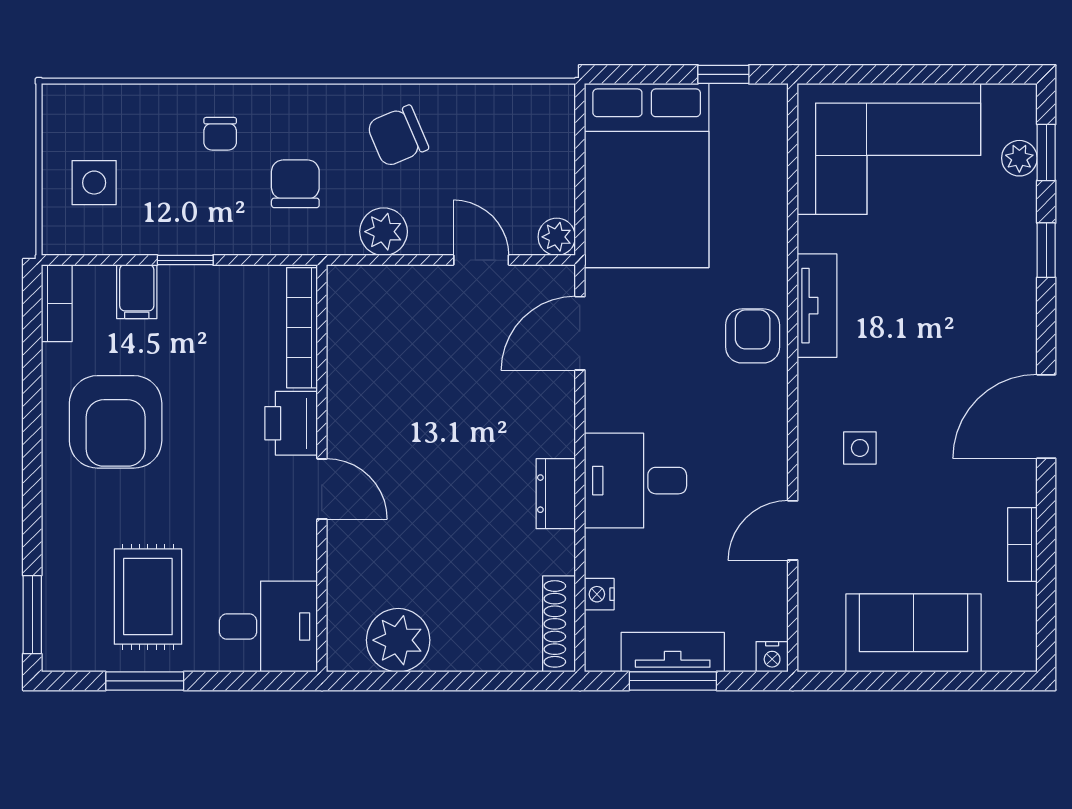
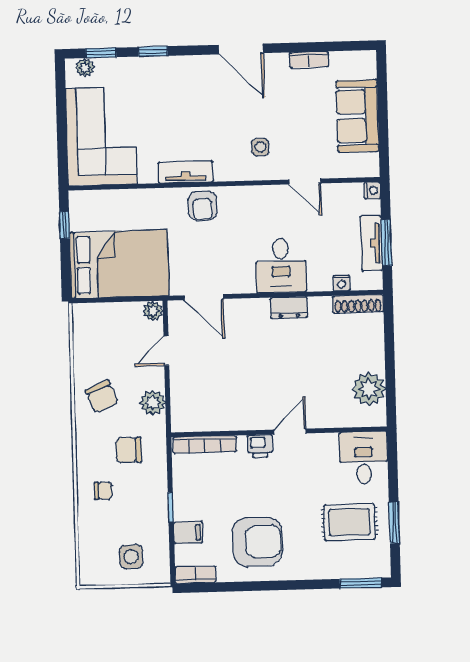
plant: (1019, 158) -> (85, 68), moved
armchair: (753, 336) -> (203, 206), turned -90
printer: (291, 423) -> (260, 446), width x0.73, depth x0.81

